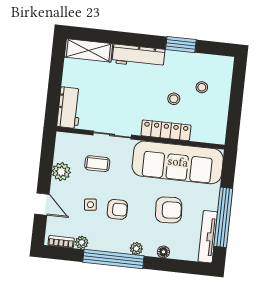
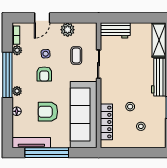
locker: (166, 130) -> (106, 122), moved
armchair: (169, 210) -> (48, 112), turned 94

